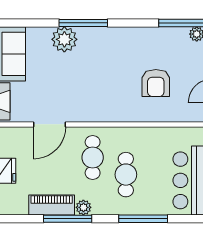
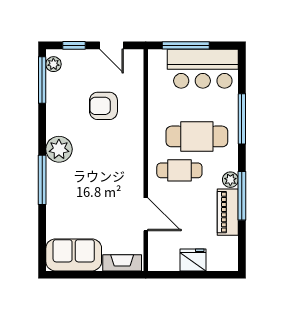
plant: (64, 39) -> (59, 149), moved
armchair: (156, 83) -> (103, 106), turned 180
cafe table: (126, 175) -> (197, 136), width x1.37, depth x1.35

